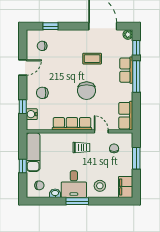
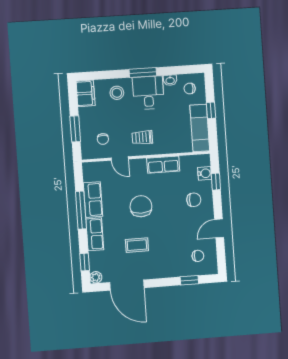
window: (136, 76) -> (81, 210), moved
row of seats: (126, 116) -> (93, 200), moved
row of seats: (72, 124) -> (163, 165), width x0.68

